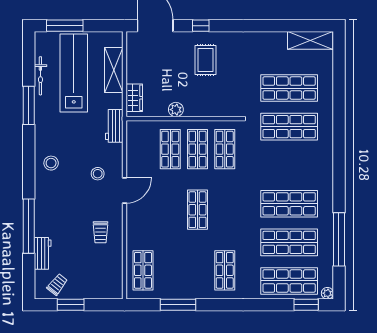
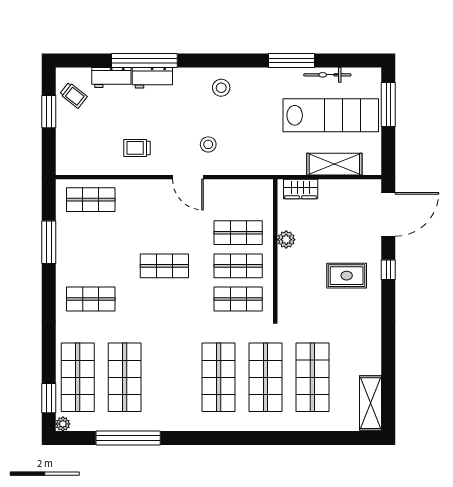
workbench: (114, 126) -> (152, 78), moved, turned 180
shop shelf: (289, 204) -> (219, 377), moved

